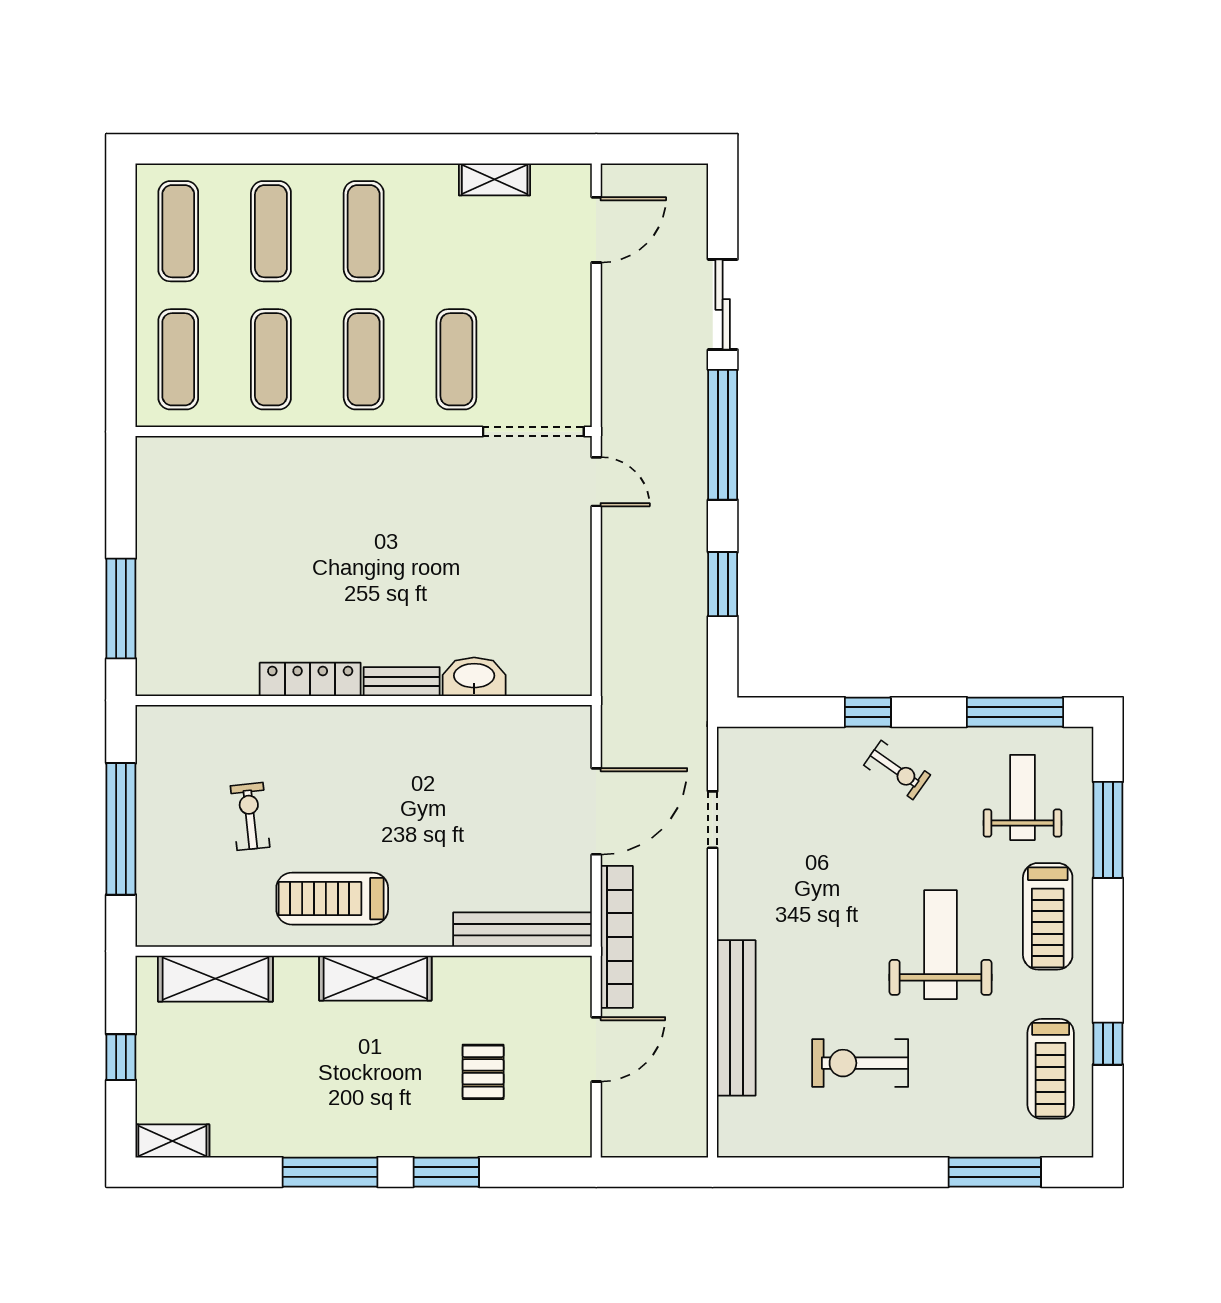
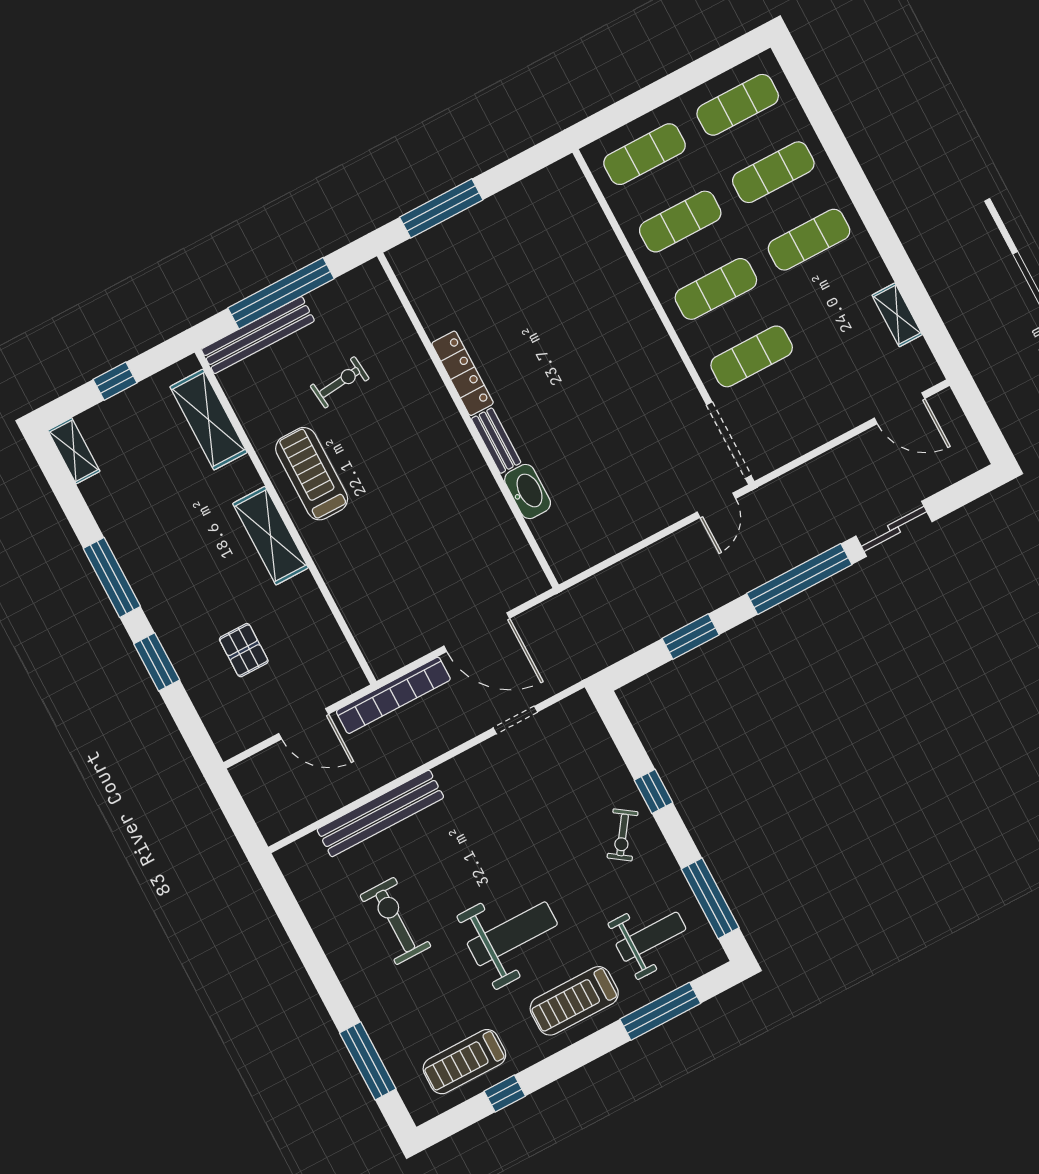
bench: (523, 930) -> (258, 335), moved, turned 90
pallet: (483, 1072) -> (244, 650), turned 90

